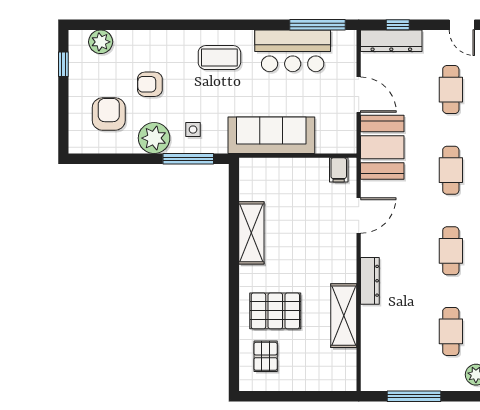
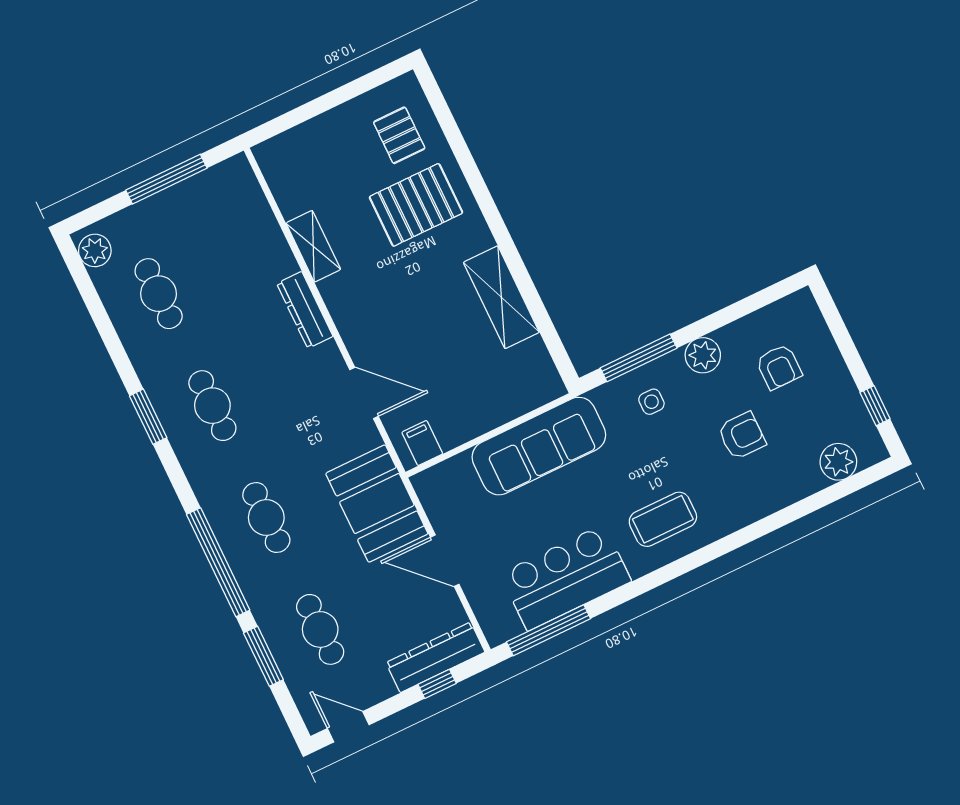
armchair: (109, 114) -> (779, 367), width x0.72, depth x0.72
plant: (154, 138) -> (703, 355), width x0.73, depth x0.73
door: (359, 215) -> (364, 393), swing flipped
shelving: (344, 316) -> (313, 246), width x0.67, depth x0.75

